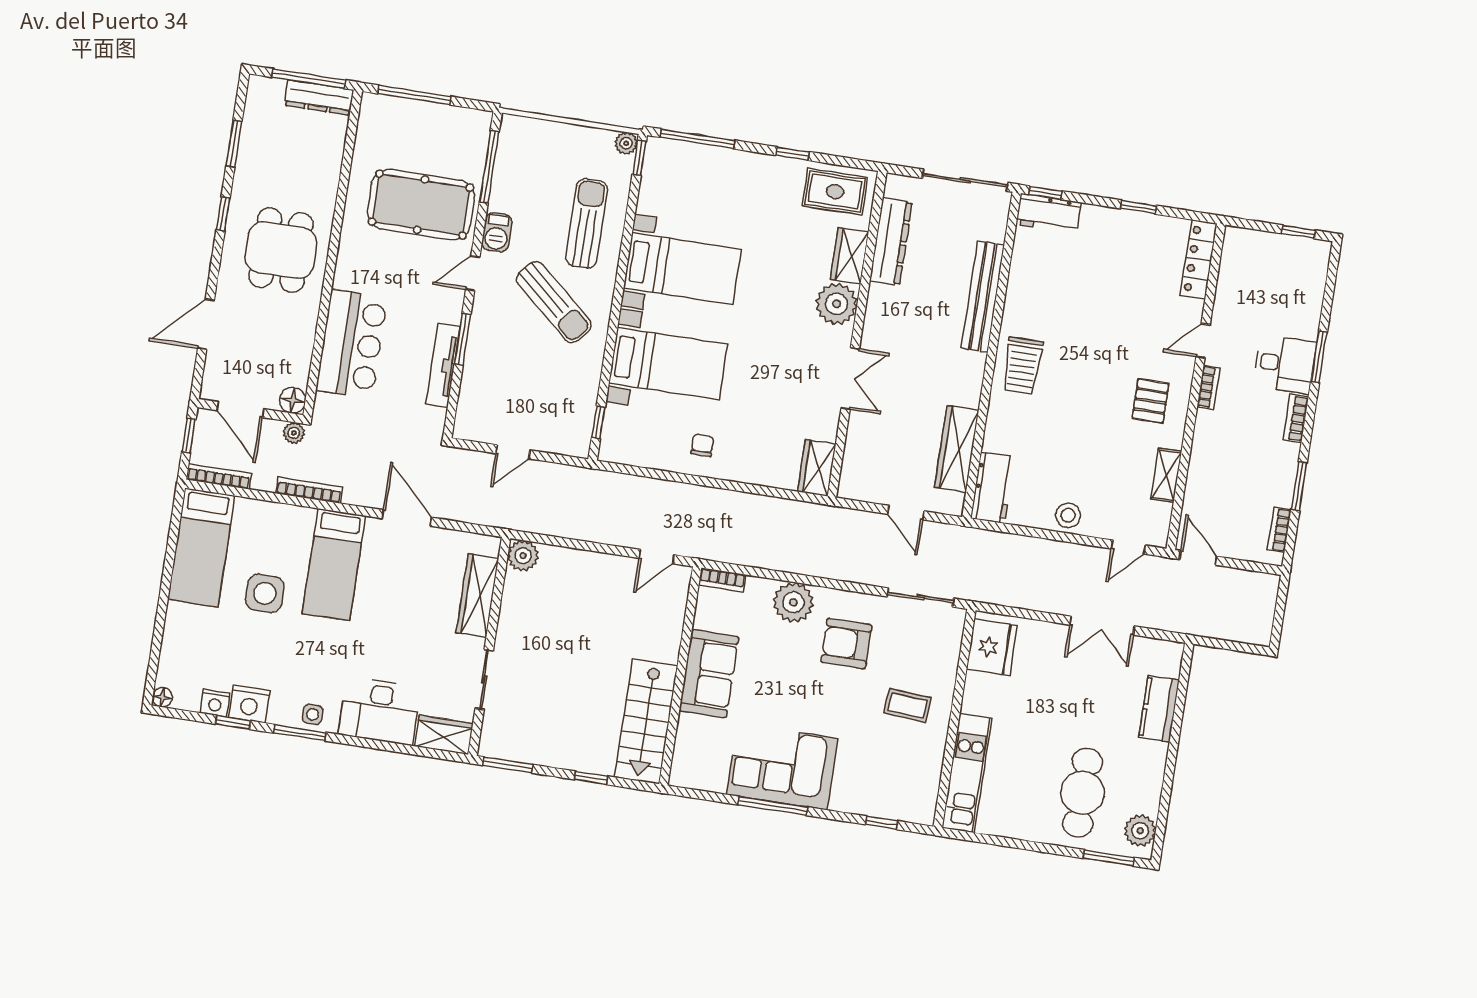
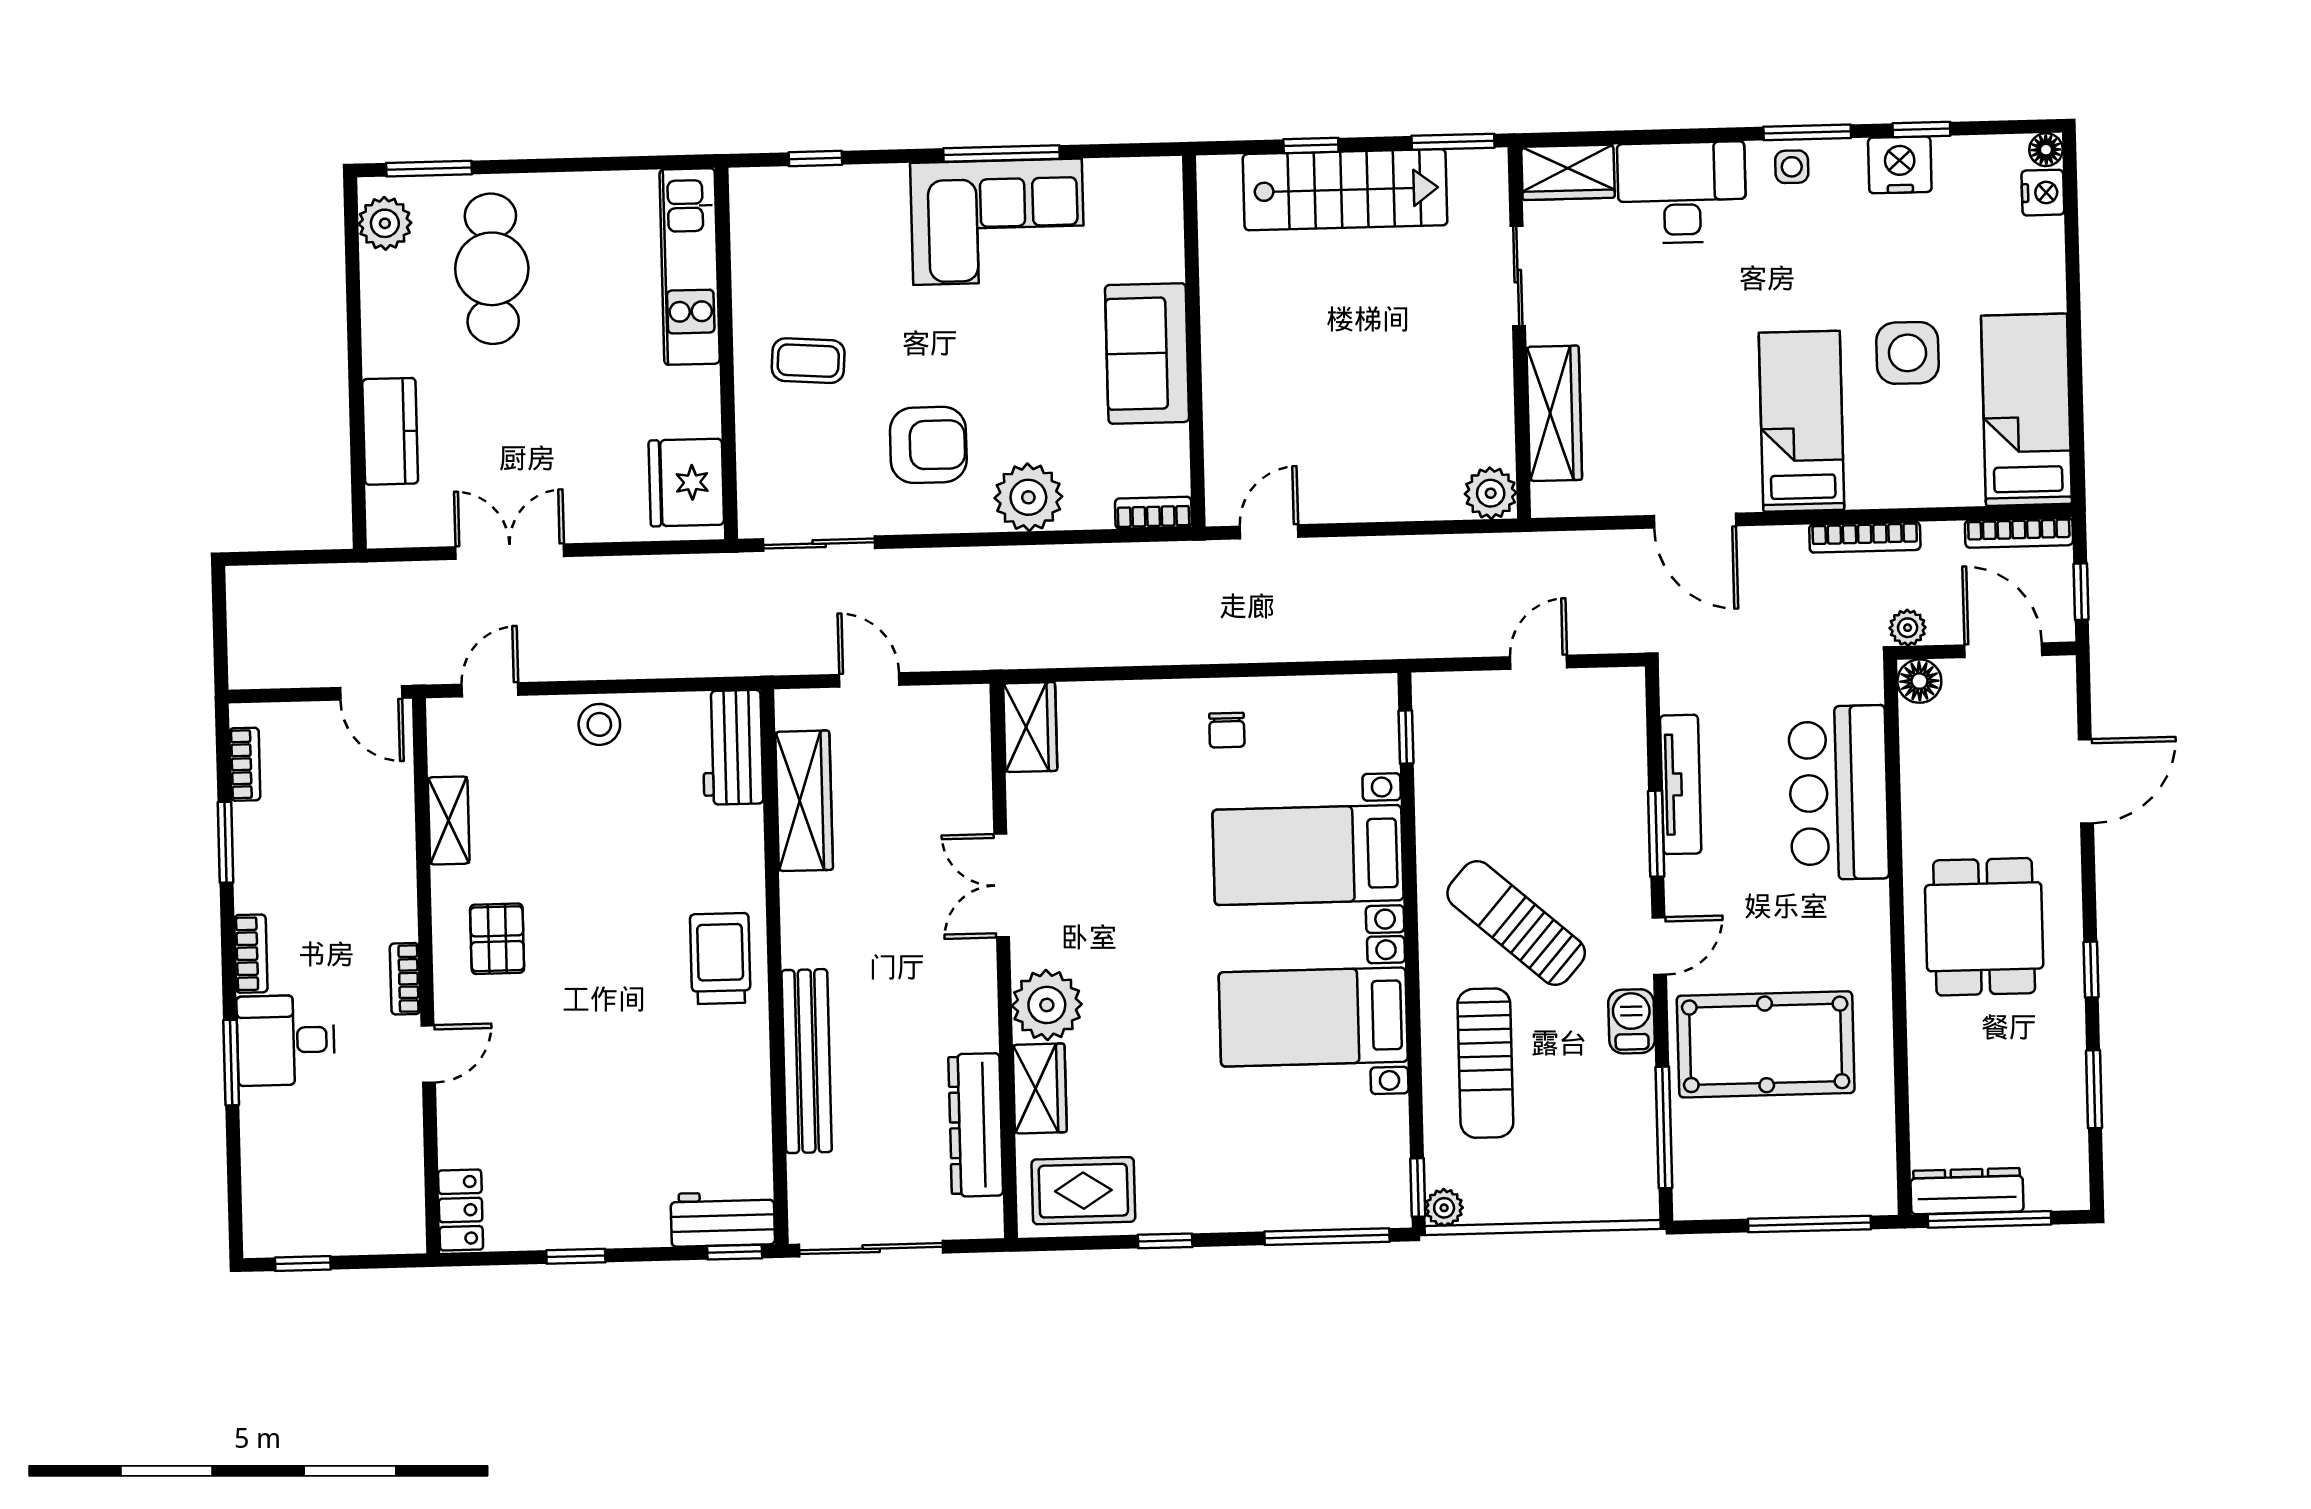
locker: (1199, 259) -> (461, 1210), width x0.66
nightstand: (215, 703) -> (2043, 193), moved, turned 90
stairs: (646, 721) -> (1345, 190), moved, turned 90

